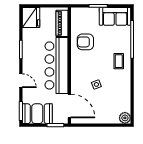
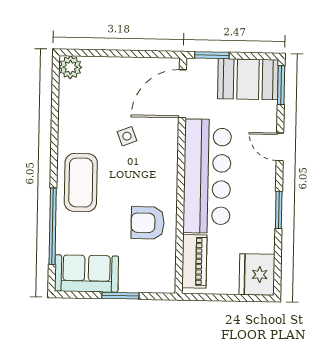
armchair: (85, 42) -> (148, 223), turned 180
coffee table: (119, 61) -> (81, 183), width x1.86, depth x1.72
door: (69, 106) -> (182, 94), hinge flipped

